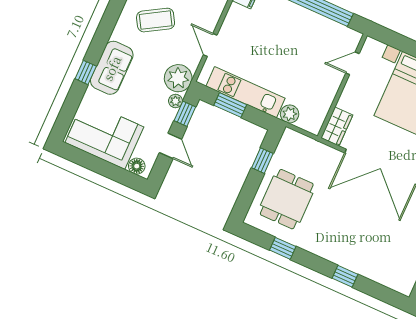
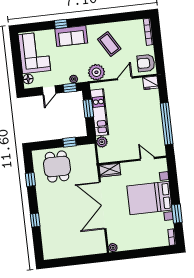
door: (210, 45) -> (125, 78), moved
plant: (178, 78) -> (96, 72), moved
dining table: (287, 199) -> (57, 167), turned 90

